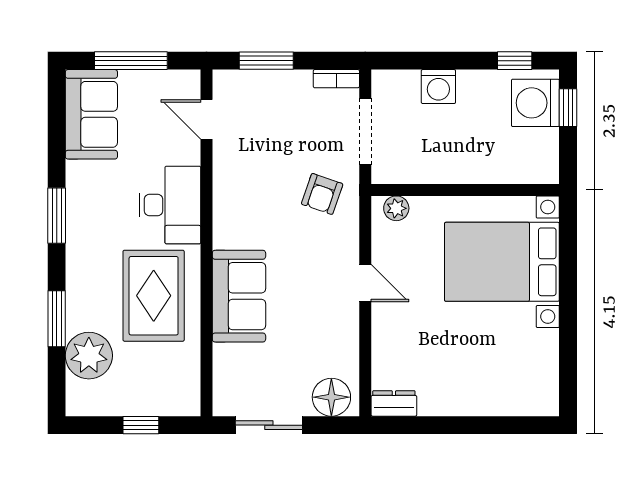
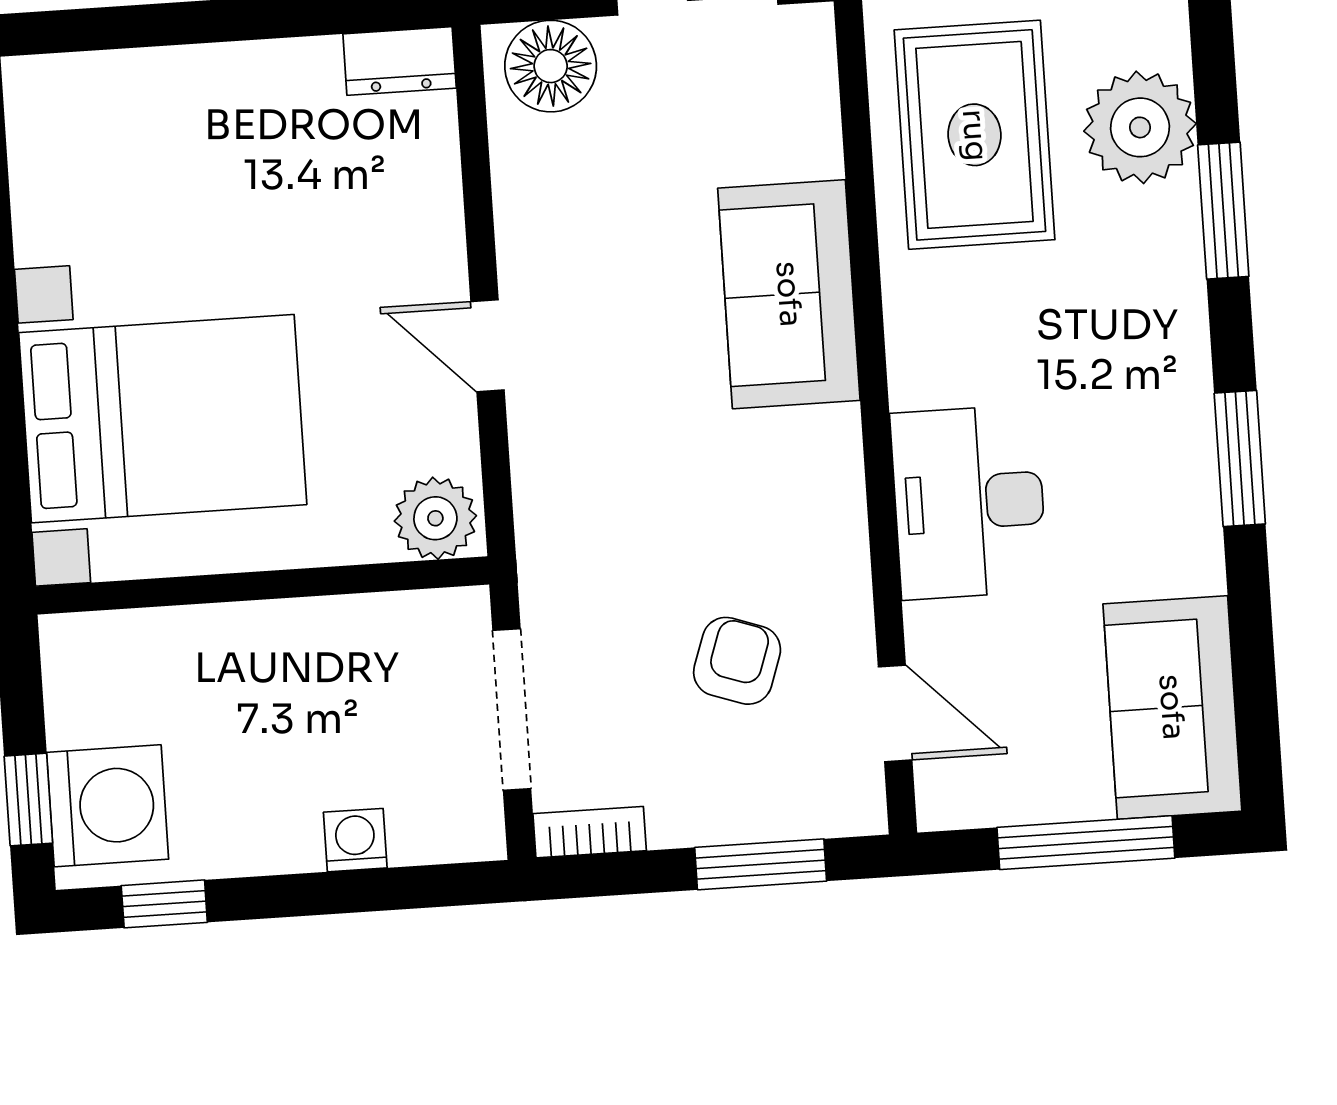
washing machine: (438, 87) -> (355, 840), width x0.73, depth x0.73
armchair: (322, 194) -> (737, 661), moved
plant: (396, 208) -> (435, 518), width x1.38, depth x1.38
rug: (154, 296) -> (975, 135), moved

